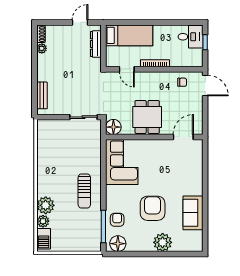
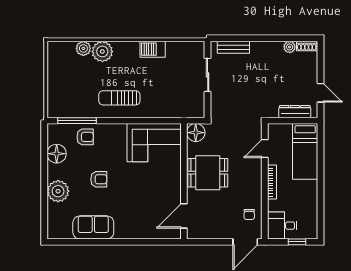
desk: (190, 37) -> (282, 226), moved, turned 90
sliding door: (83, 117) -> (208, 75), moved
door: (183, 137) -> (184, 216), swing flipped
armchair: (153, 208) -> (99, 179), width x0.53, depth x0.53
barbecue: (44, 239) -> (153, 49), moved
floor lamp: (118, 244) -> (57, 154), moved

